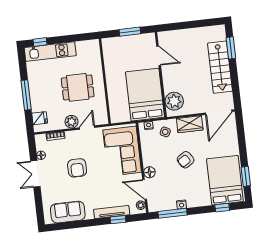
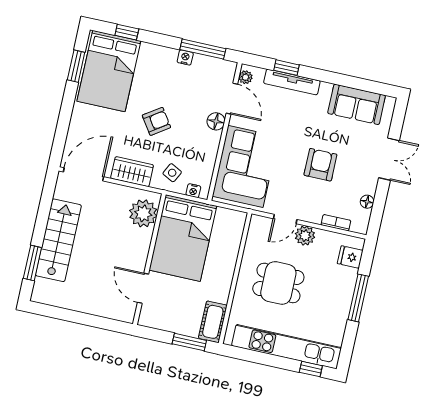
window: (130, 32) -> (189, 342), moved
cot: (109, 50) -> (213, 322), added
kitchen unit: (50, 52) -> (287, 347), width x1.36
double door: (35, 174) -> (389, 159), moved

